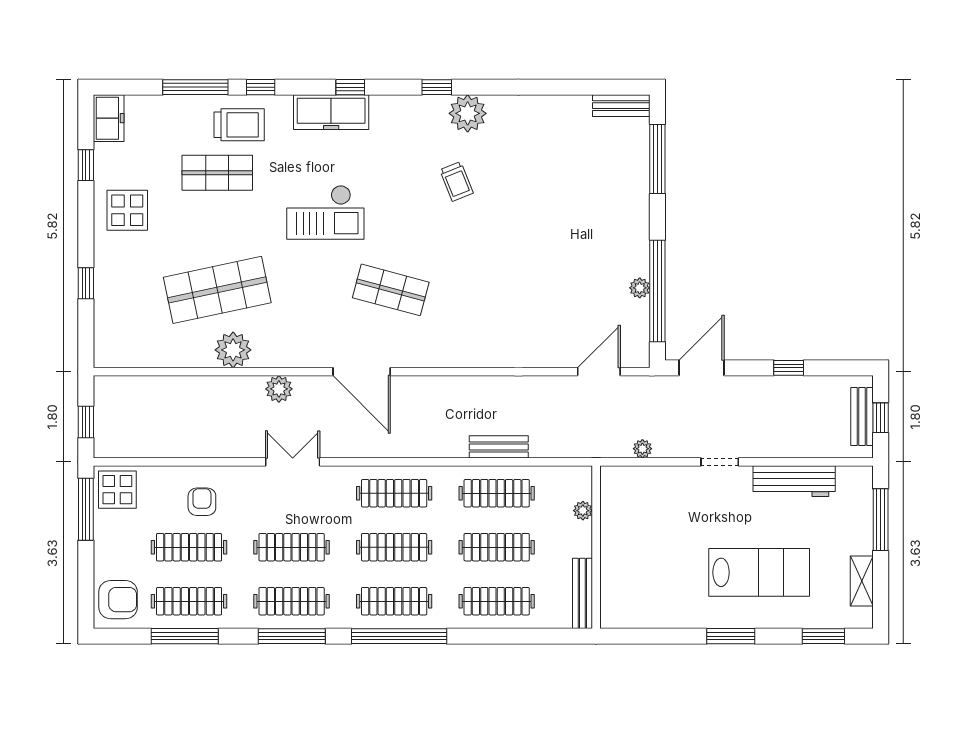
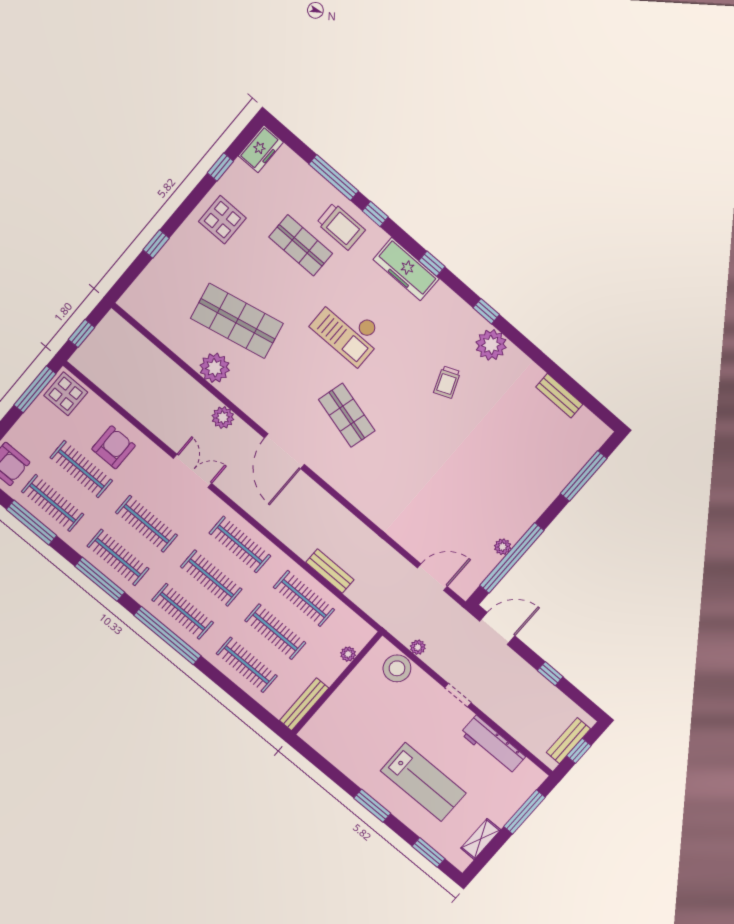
bench: (621, 106) -> (559, 396), moved
stool: (640, 485) -> (397, 668), added
armchair: (202, 502) -> (114, 447), width x1.38, depth x1.38

